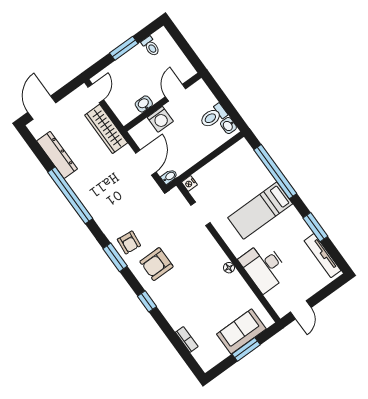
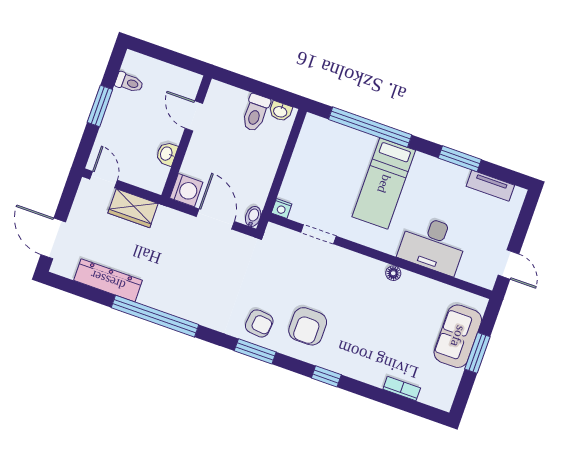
washing machine: (160, 119) -> (186, 190), moved
wardrobe: (106, 129) -> (133, 208), width x0.67
tv unit: (322, 256) -> (490, 186), width x0.71

